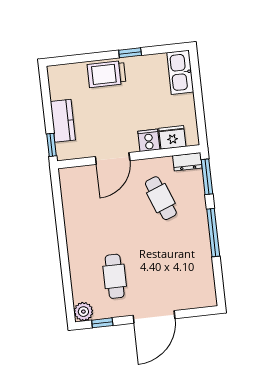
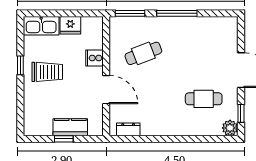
trolley: (107, 74) -> (47, 72), moved, turned -90
fridge: (172, 137) -> (70, 25), moved, turned -90
window: (51, 145) -> (64, 139), moved
dresser: (187, 162) -> (128, 129), moved, turned -90

